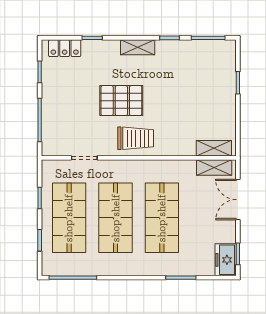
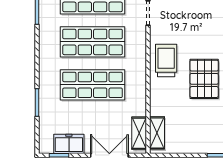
pallet: (121, 101) -> (204, 79), moved
trolley: (136, 138) -> (166, 61), turned 180
freezer: (226, 260) -> (69, 144), moved

